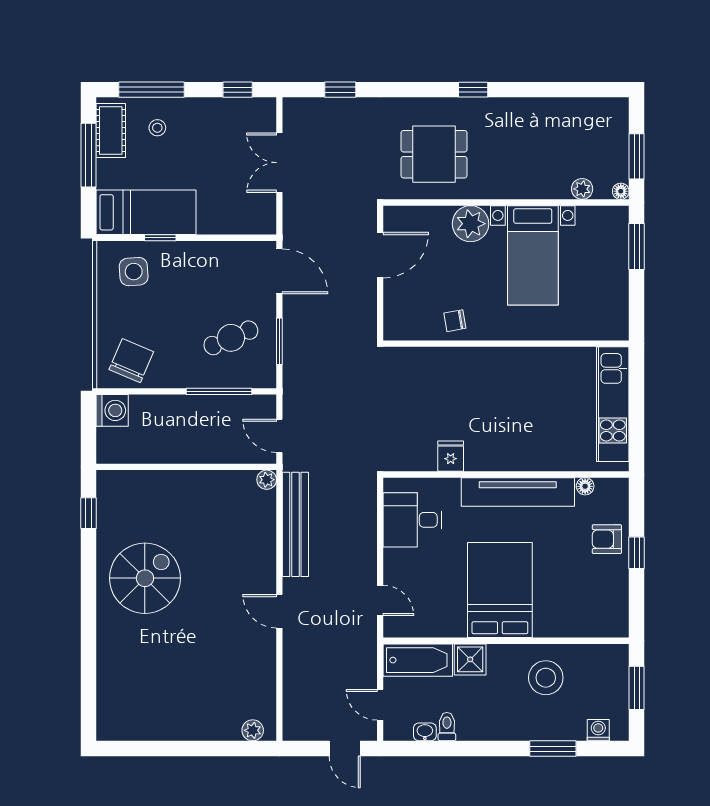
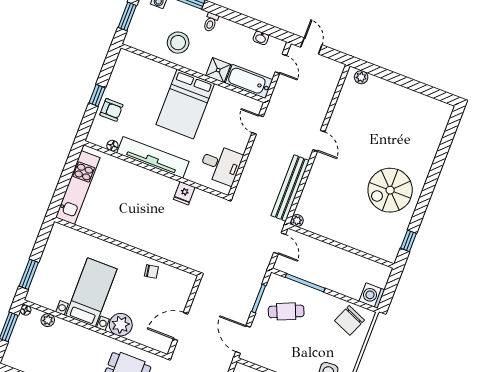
toilet: (447, 727) -> (211, 22), moved

